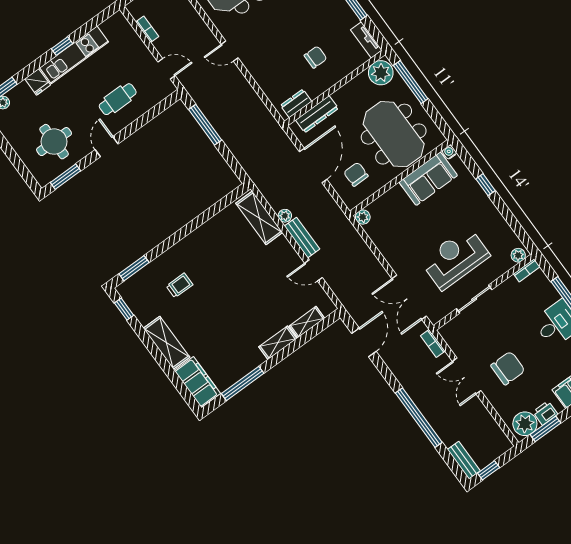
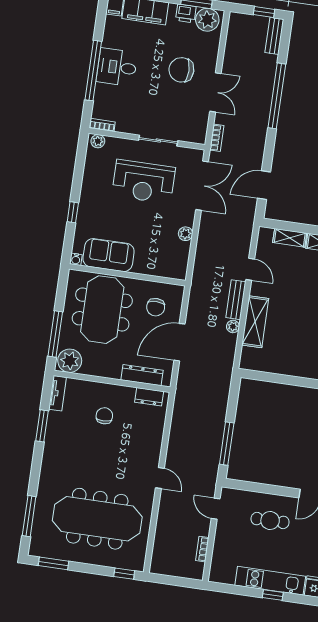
chair: (316, 57) -> (104, 416), turned 89
plant: (363, 217) -> (185, 234), moved
shelving: (259, 218) -> (255, 322), moved

